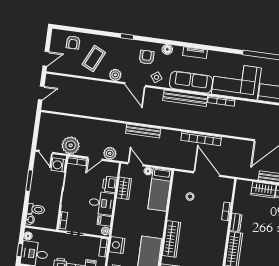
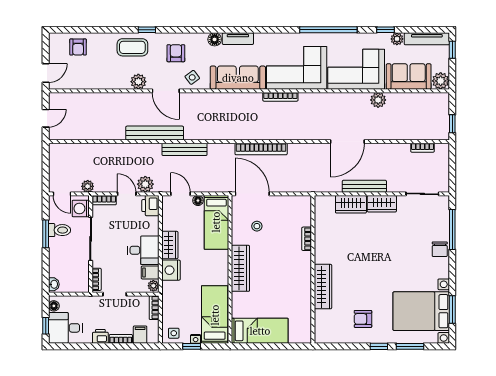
floor lamp: (167, 49) -> (215, 39), moved
coffee table: (94, 58) -> (132, 47), moved, turned 65
bench: (185, 98) -> (155, 133), moved
plant: (71, 145) -> (88, 186), width x0.53, depth x0.53
door: (95, 159) -> (127, 194), swing flipped
door: (207, 174) -> (252, 194), moved
printer: (110, 184) -> (150, 206), moved
wardrobe: (124, 188) -> (170, 245), moved
toilet: (36, 209) -> (60, 230), moved
dresser: (236, 222) -> (321, 251), removed
wardrobe: (172, 239) -> (240, 268), moved
nightstand: (117, 245) -> (171, 270), moved

